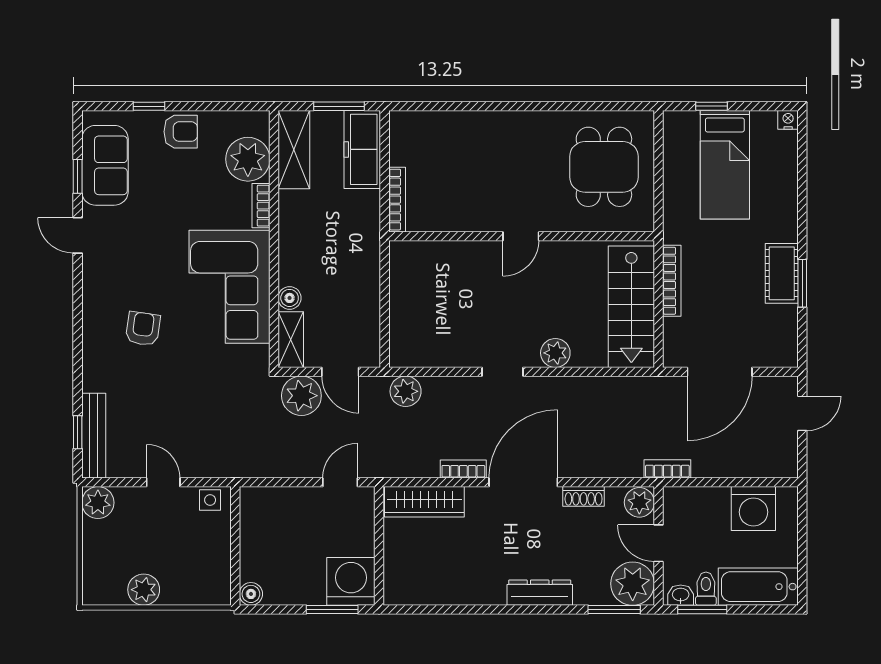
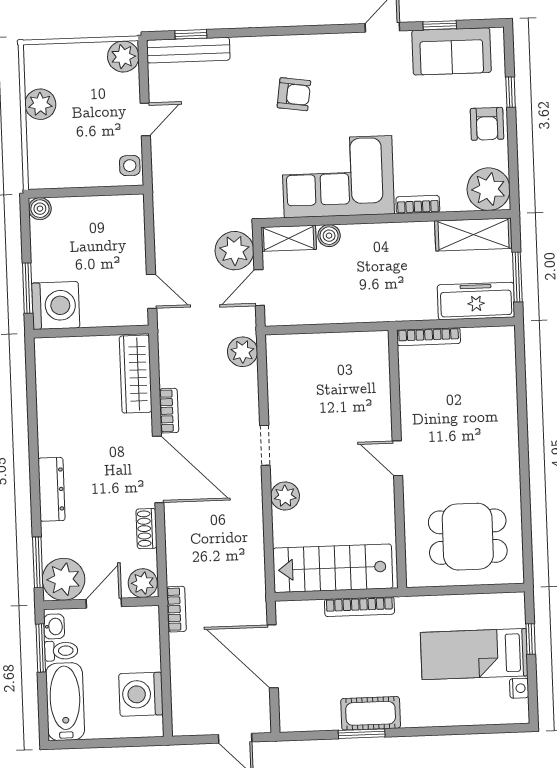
nightstand: (788, 120) -> (519, 688), moved
plant: (248, 159) -> (489, 189), moved

